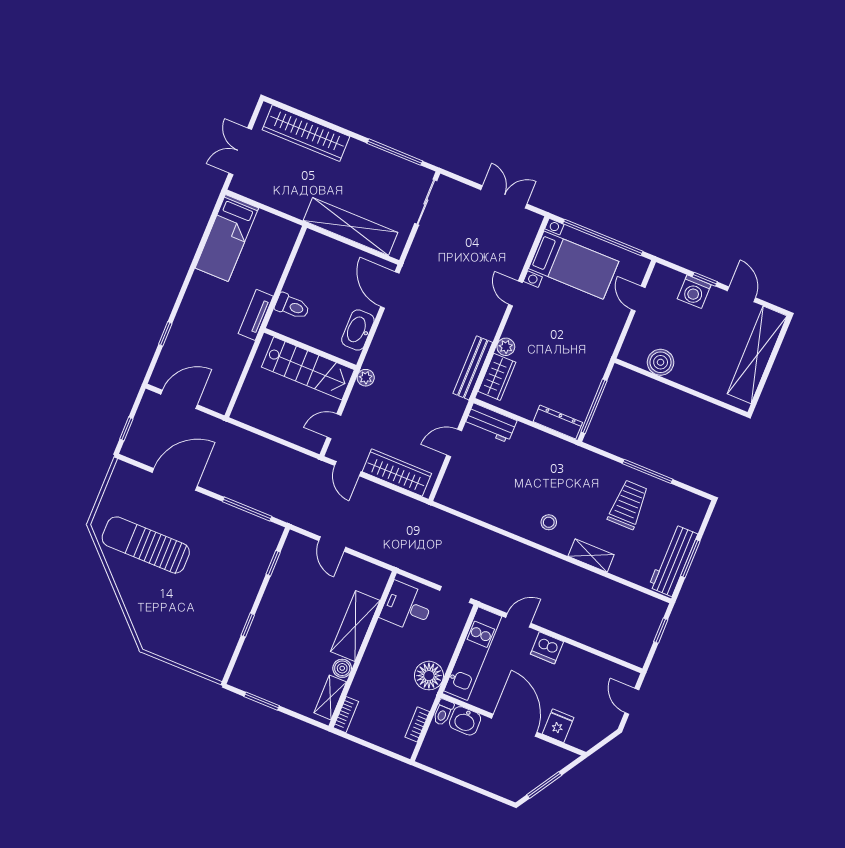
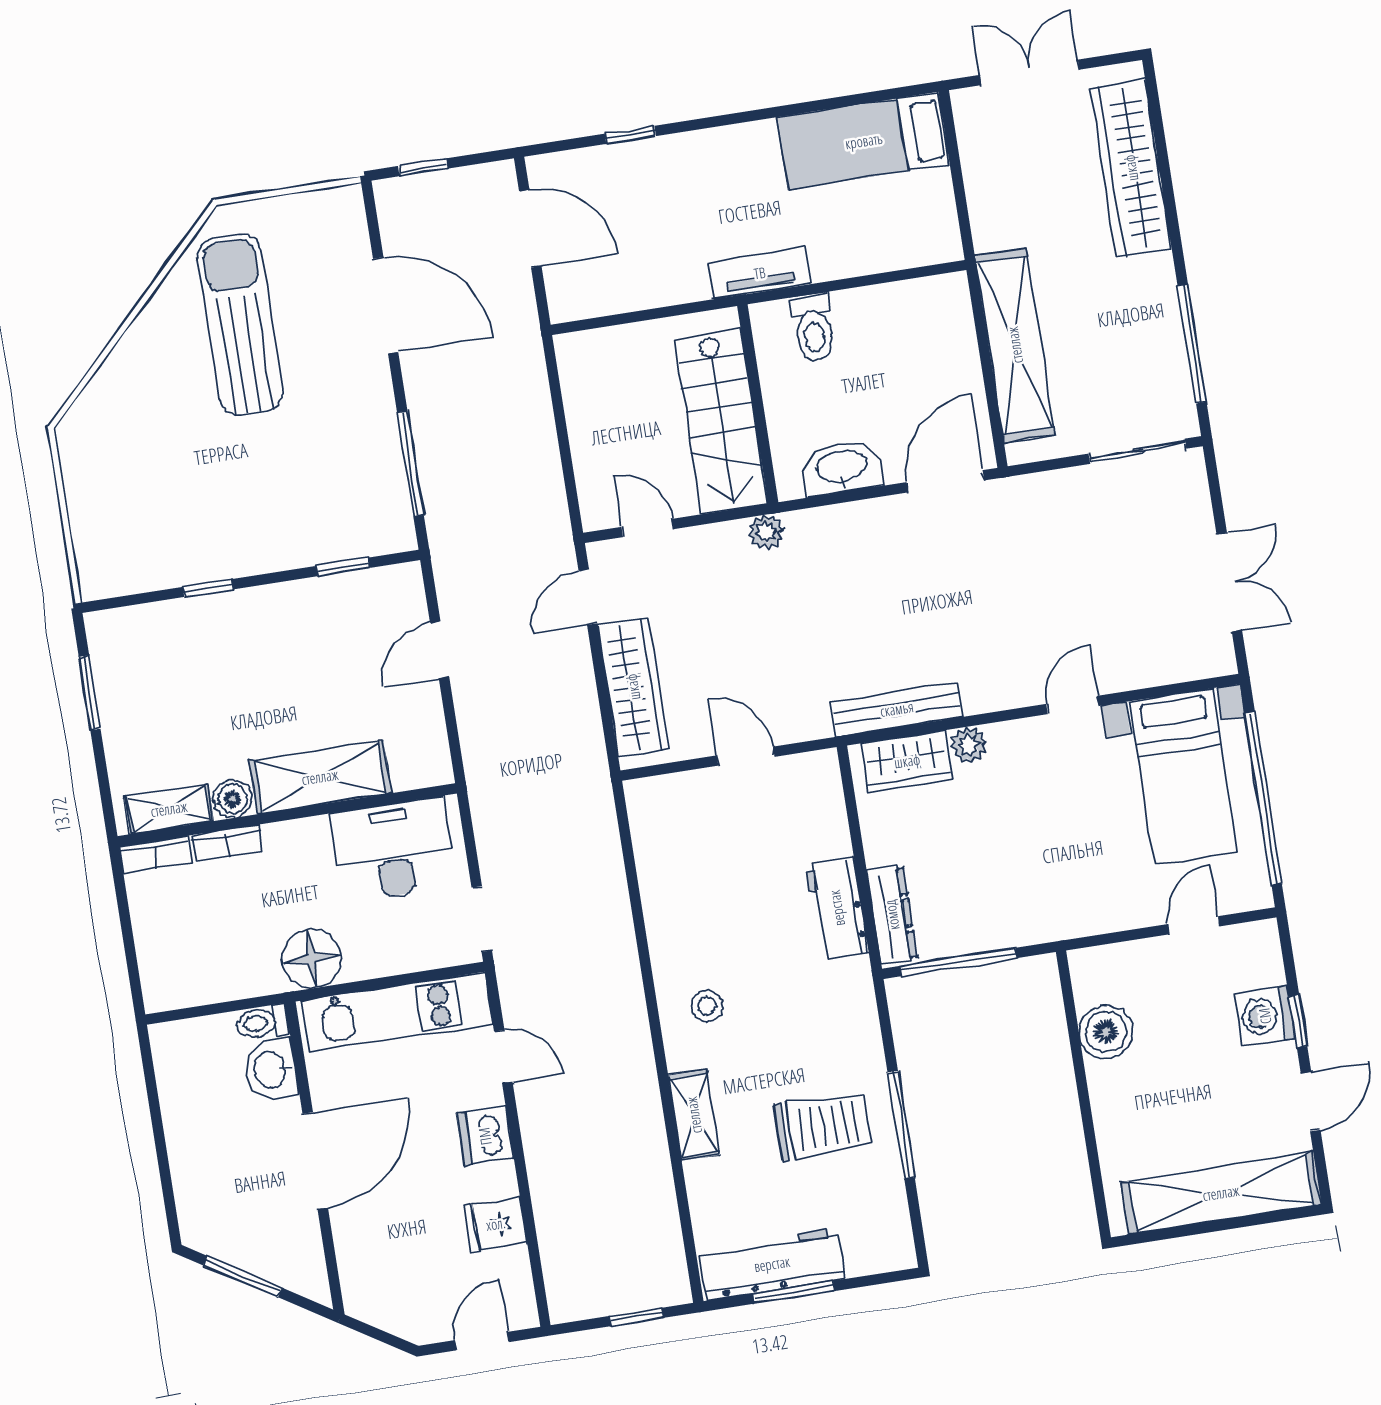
workbench: (491, 423) -> (837, 908), moved
desk: (407, 607) -> (393, 850), width x1.37
bookcase: (417, 724) -> (227, 843), moved, turned 180
fridge: (558, 726) -> (496, 1224), moved, turned 180

